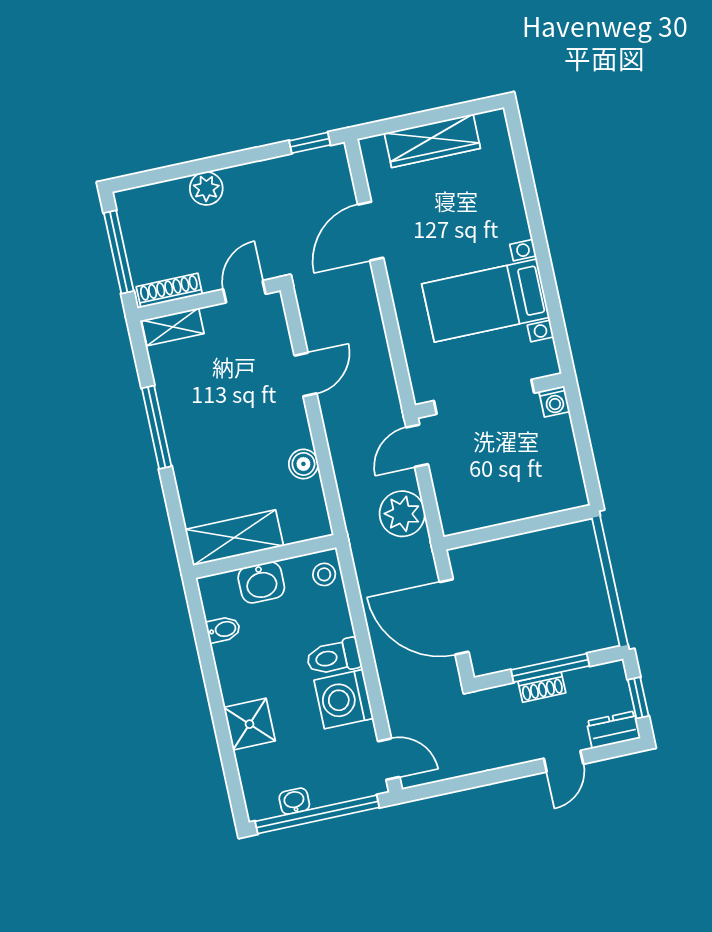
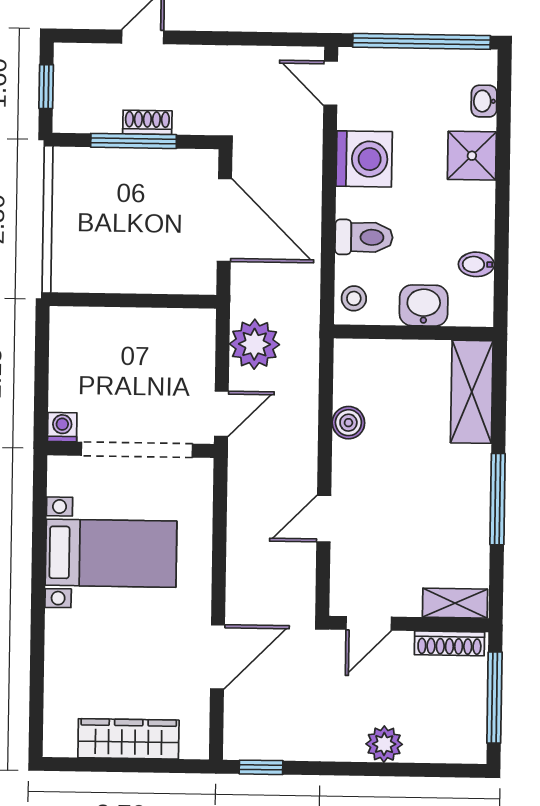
shelving: (234, 538) -> (472, 392), moved, turned 90
toilet: (334, 657) -> (364, 237), moved
dresser: (613, 730) -> (81, 58), removed
washbasin: (294, 801) -> (484, 101), moved, turned 90

